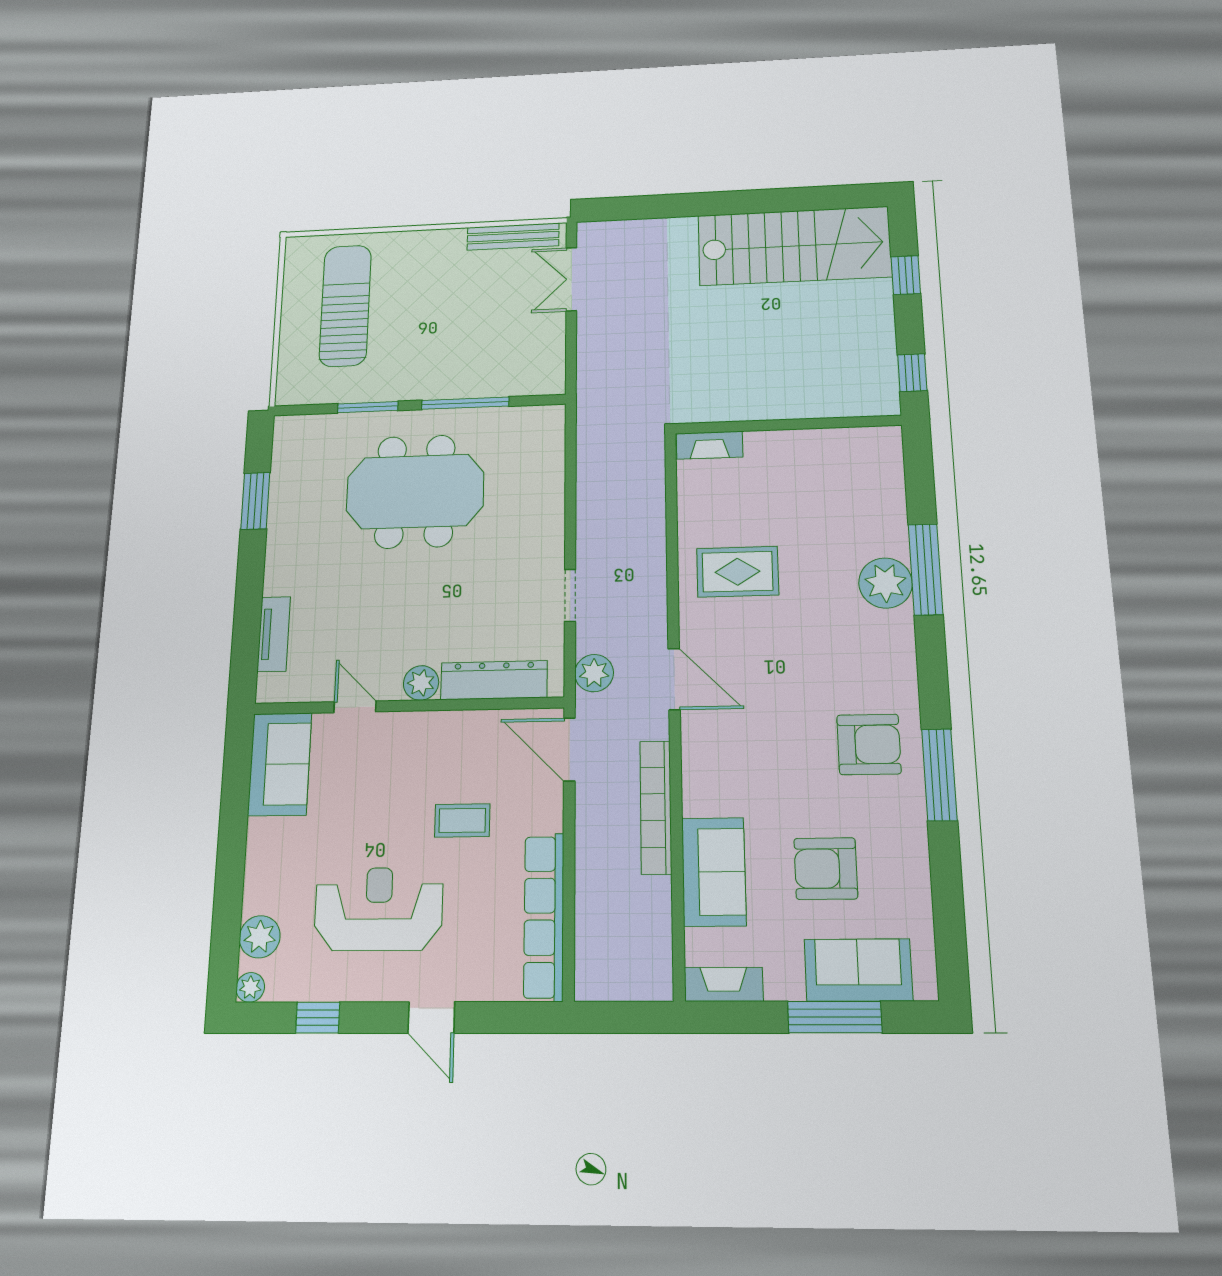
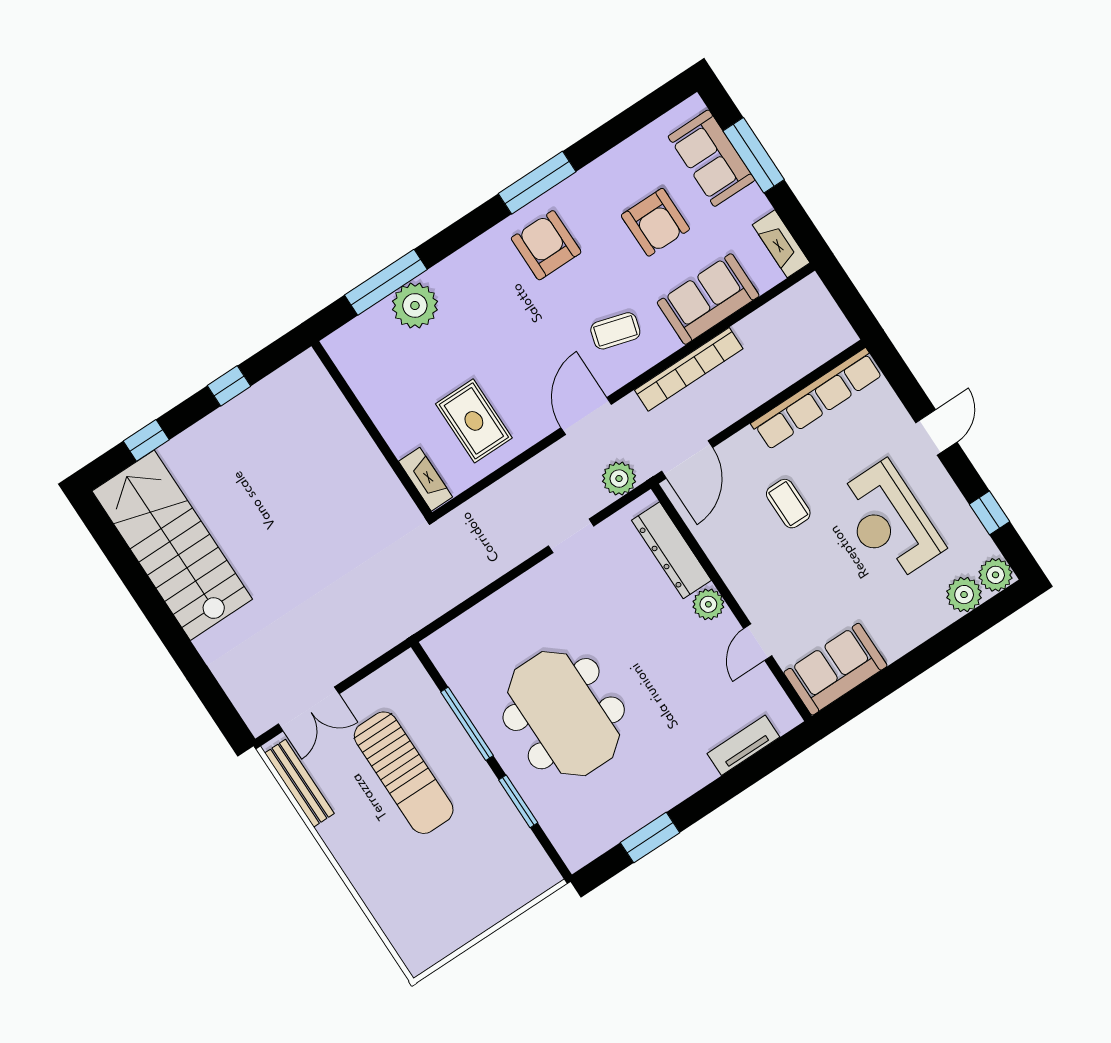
sun lounger: (345, 306) -> (404, 773), moved, turned -90
wall: (788, 424) -> (372, 429), moved
fireplace: (710, 445) -> (426, 479), moved
coffee table: (740, 759) -> (615, 331), added
plant: (250, 987) -> (996, 575), width x1.38, depth x1.38

